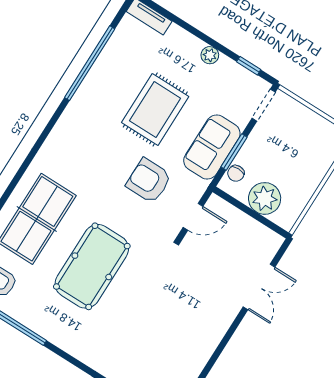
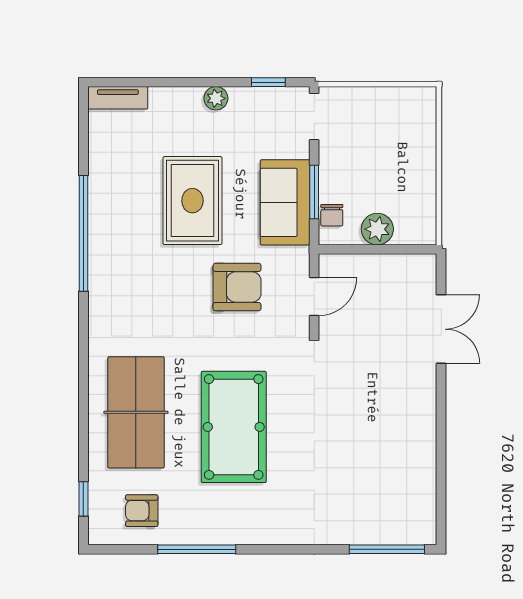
window: (90, 63) -> (83, 233), moved
armchair: (149, 181) -> (237, 287), turned 180
plant: (265, 198) -> (377, 229), width x0.73, depth x0.73

